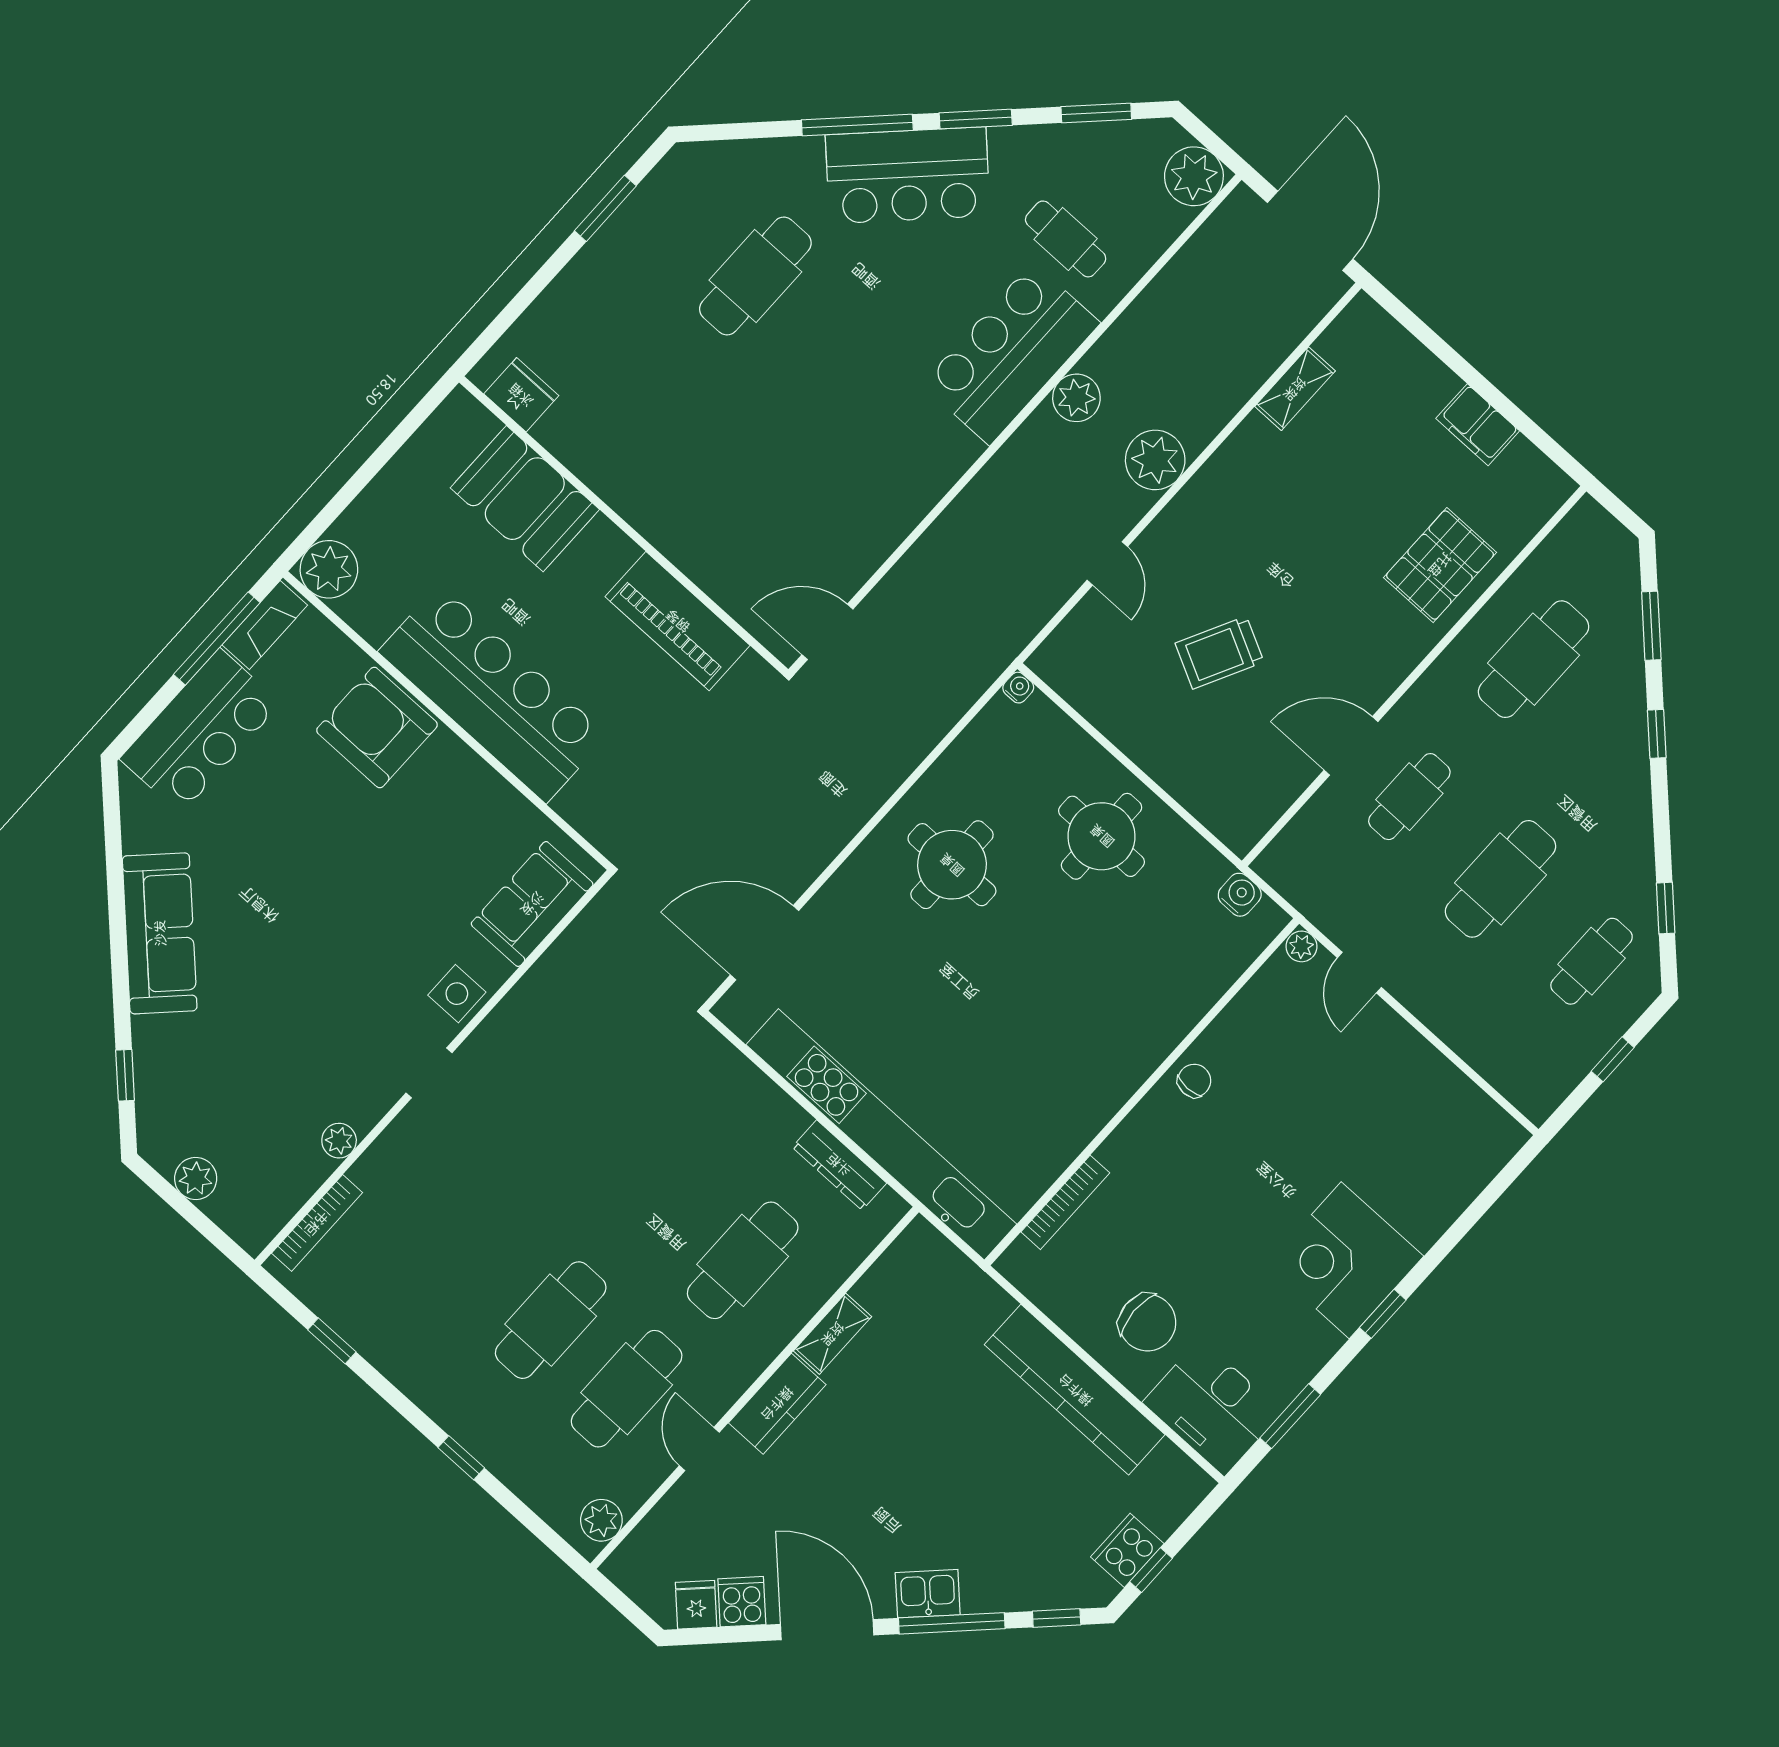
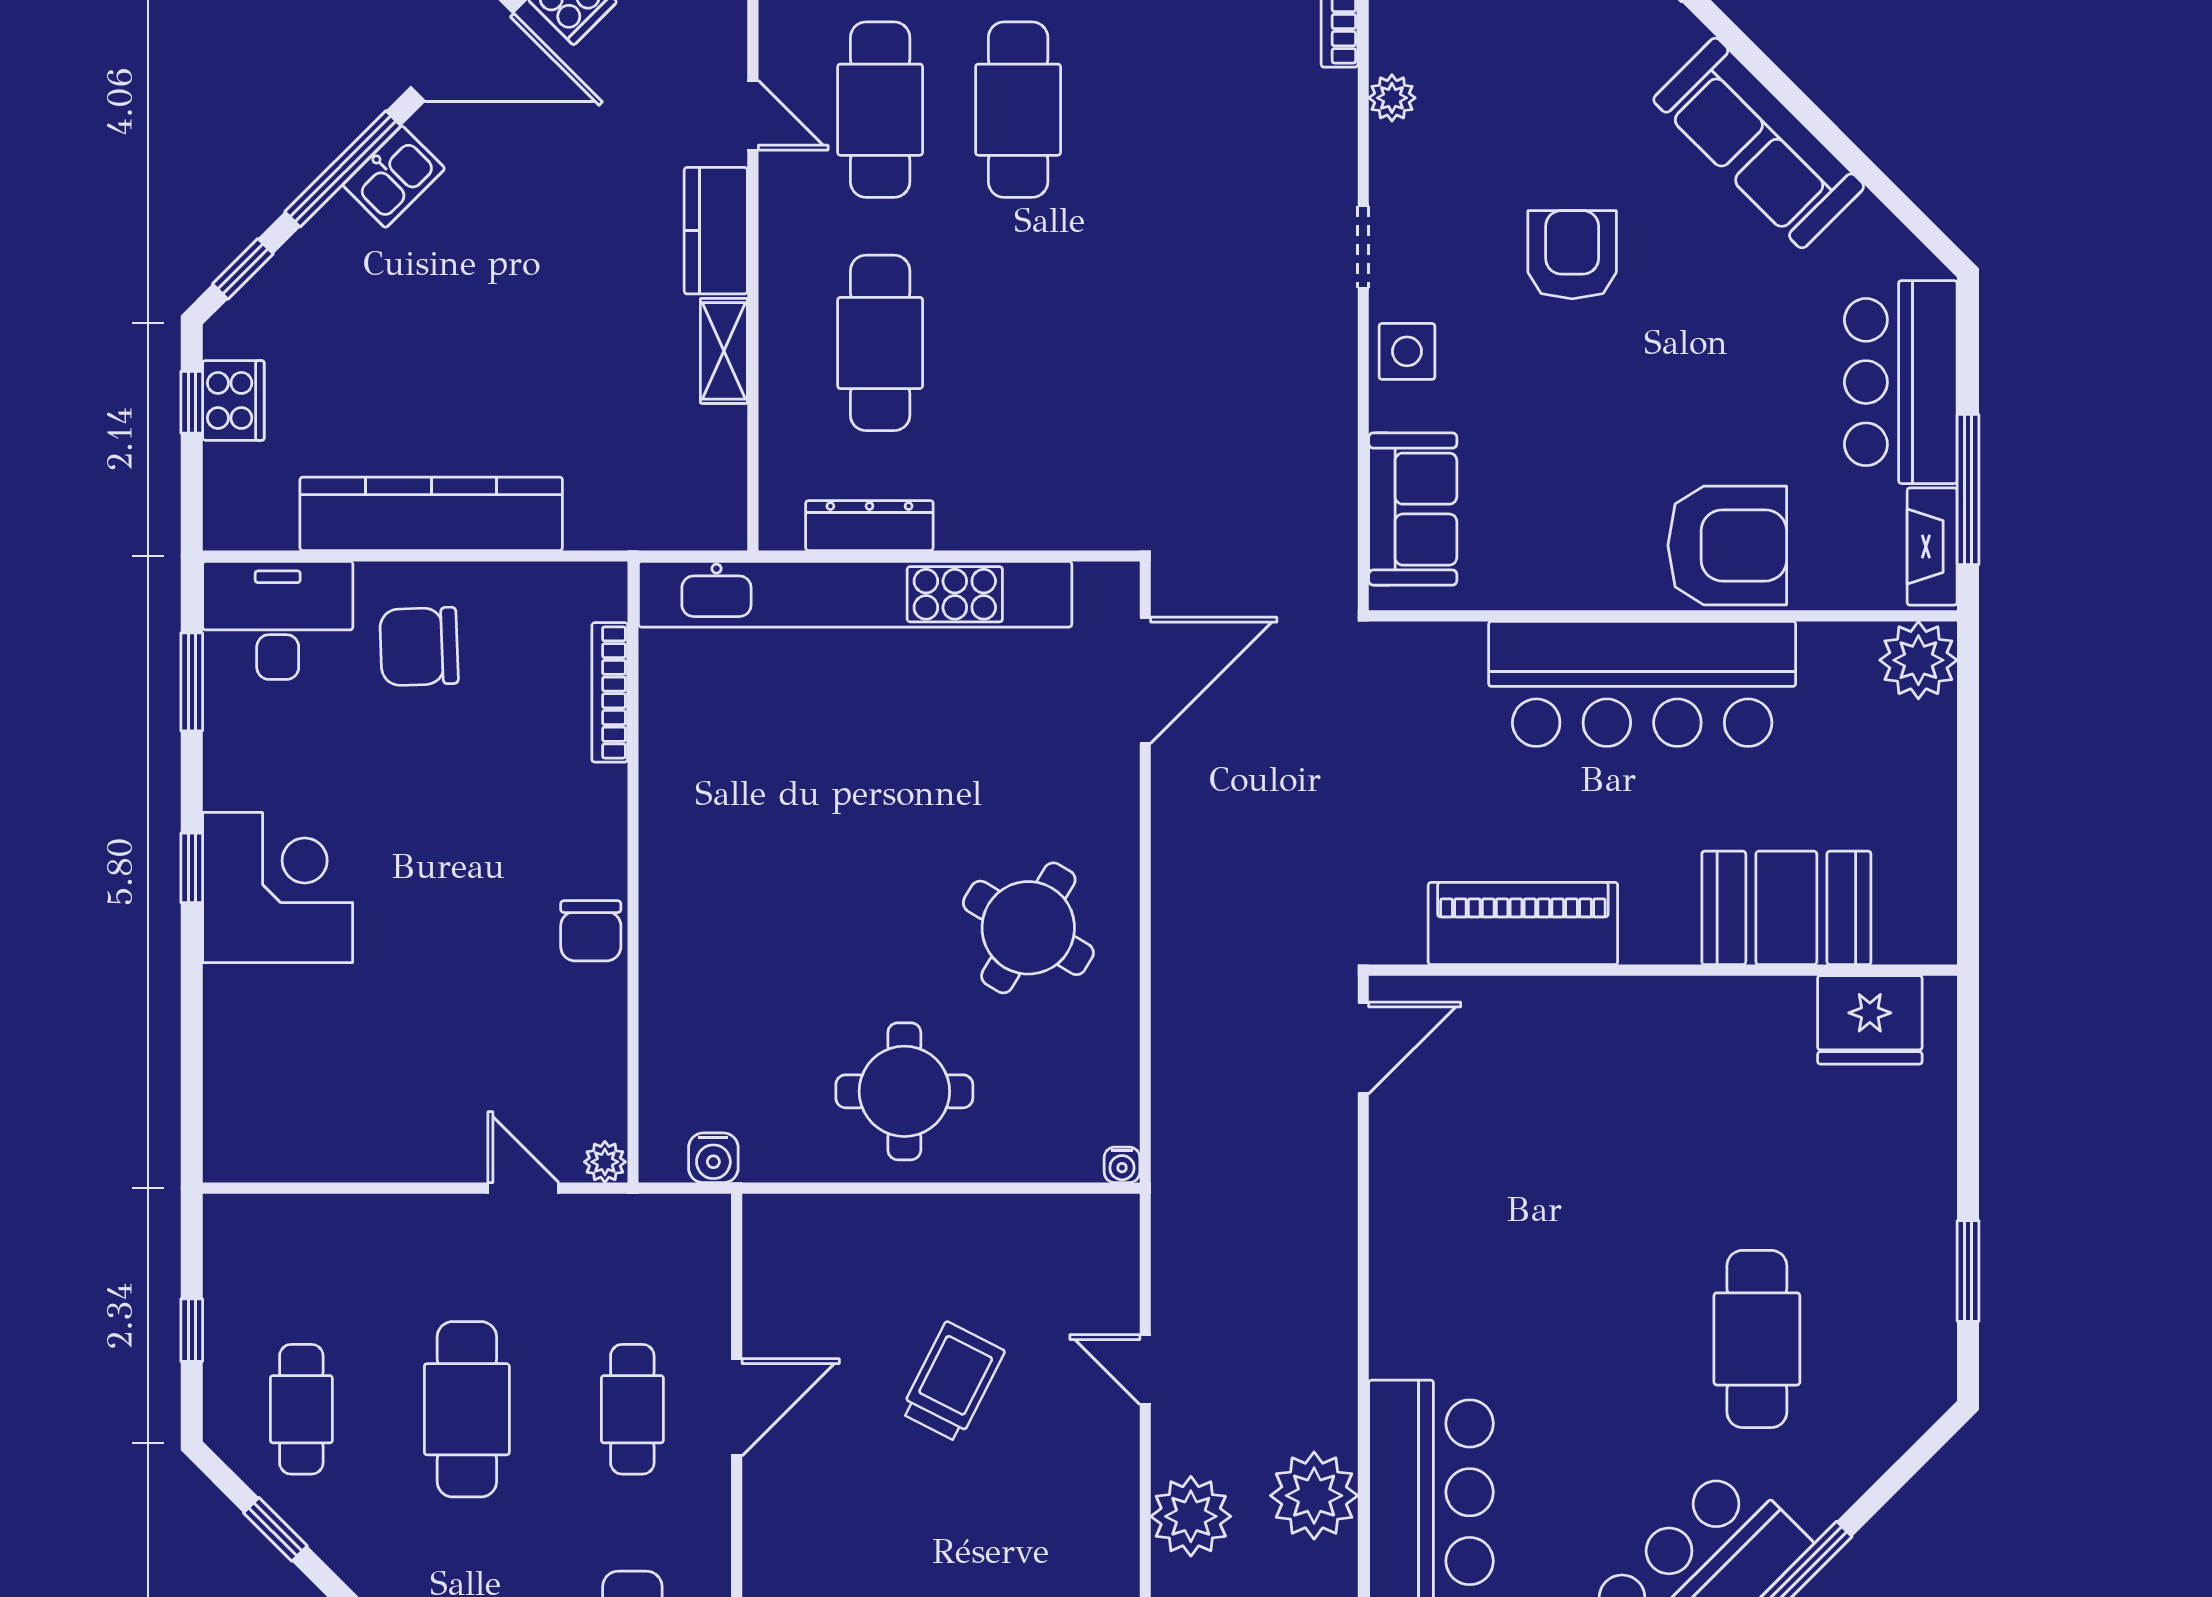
fridge: (521, 395) -> (1870, 1020), width x1.36, depth x1.34
plant: (1076, 398) -> (1314, 1496), width x1.36, depth x1.36
round table: (952, 865) -> (1028, 928), turned 31
armchair: (318, 965) -> (1572, 255), added
chair: (1194, 1081) -> (591, 931), width x1.37, depth x1.37

